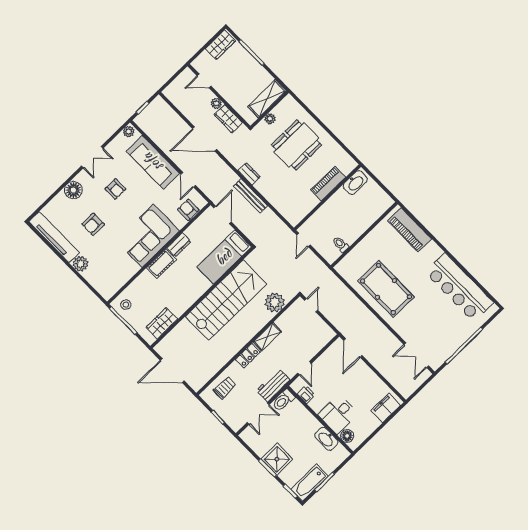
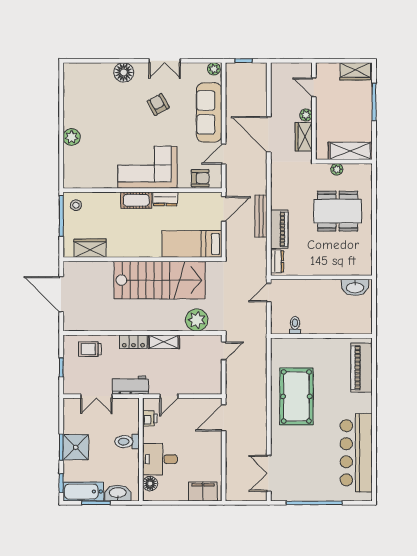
dresser: (249, 174) -> (277, 261), moved
piano: (328, 184) -> (279, 229), moved, turned 90
armchair: (115, 189) -> (158, 104), turned 151
armchair: (188, 210) -> (200, 178), turned 90
armchair: (93, 224) -> (113, 115), removed
tv unit: (54, 237) -> (71, 95), removed
trolley: (225, 388) -> (90, 349), turned 180
toilet: (283, 400) -> (127, 442), moved
washbasin: (326, 439) -> (118, 493), moved, turned 90

